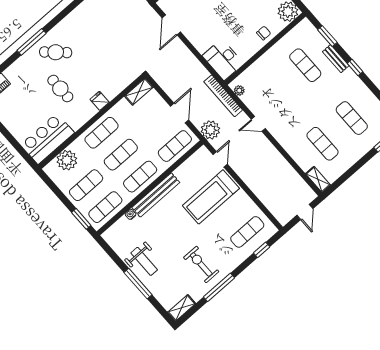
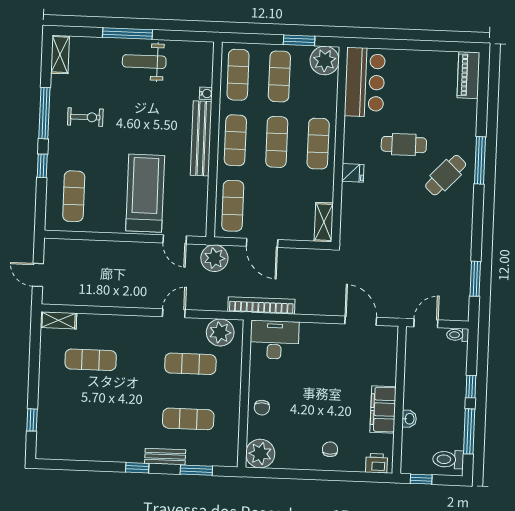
plant: (239, 90) -> (220, 332), width x1.88, depth x1.88
bookcase: (223, 96) -> (261, 305), moved
exercise mat: (352, 118) -> (190, 364), moved
plant: (67, 160) -> (325, 61), moved
window: (81, 219) -> (299, 40), moved
window: (262, 250) -> (42, 166), moved
exercise bike: (201, 264) -> (85, 117), width x0.73, depth x0.72

